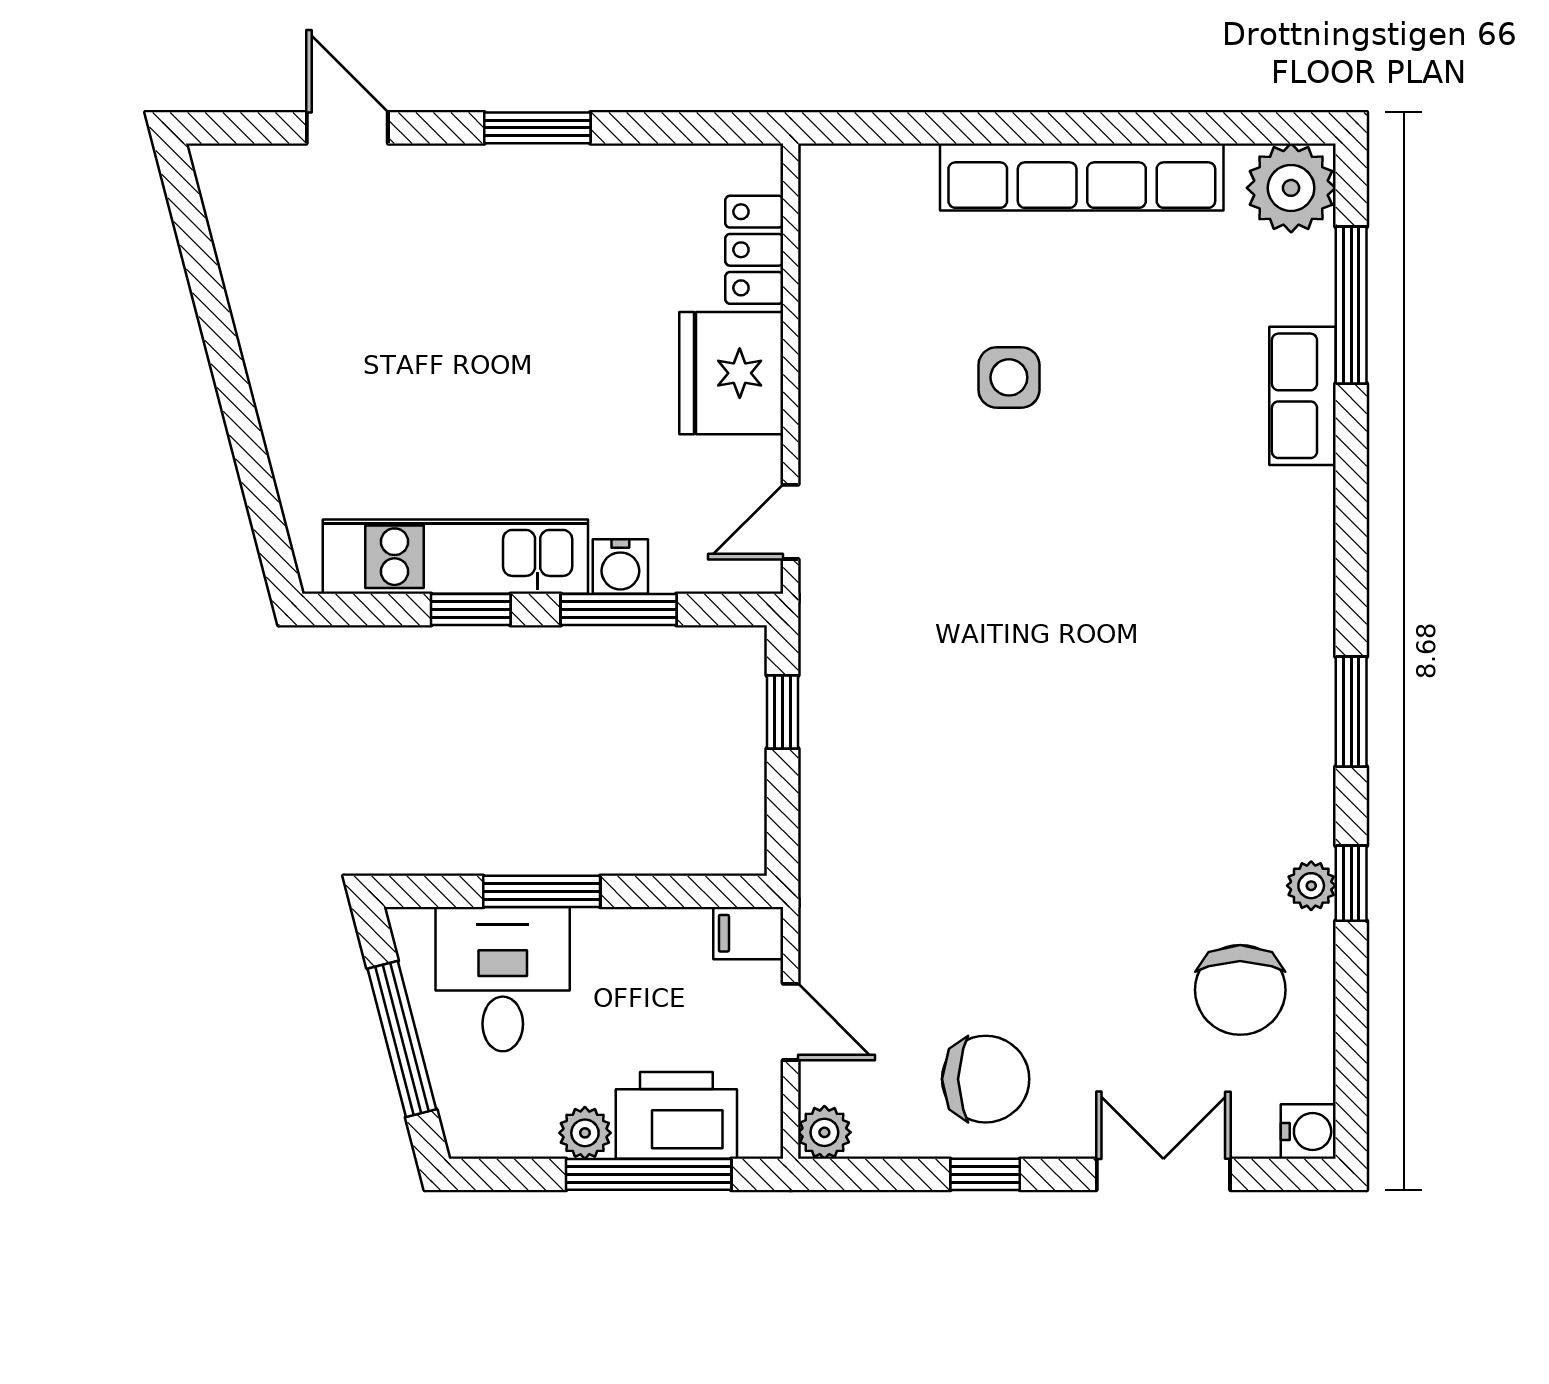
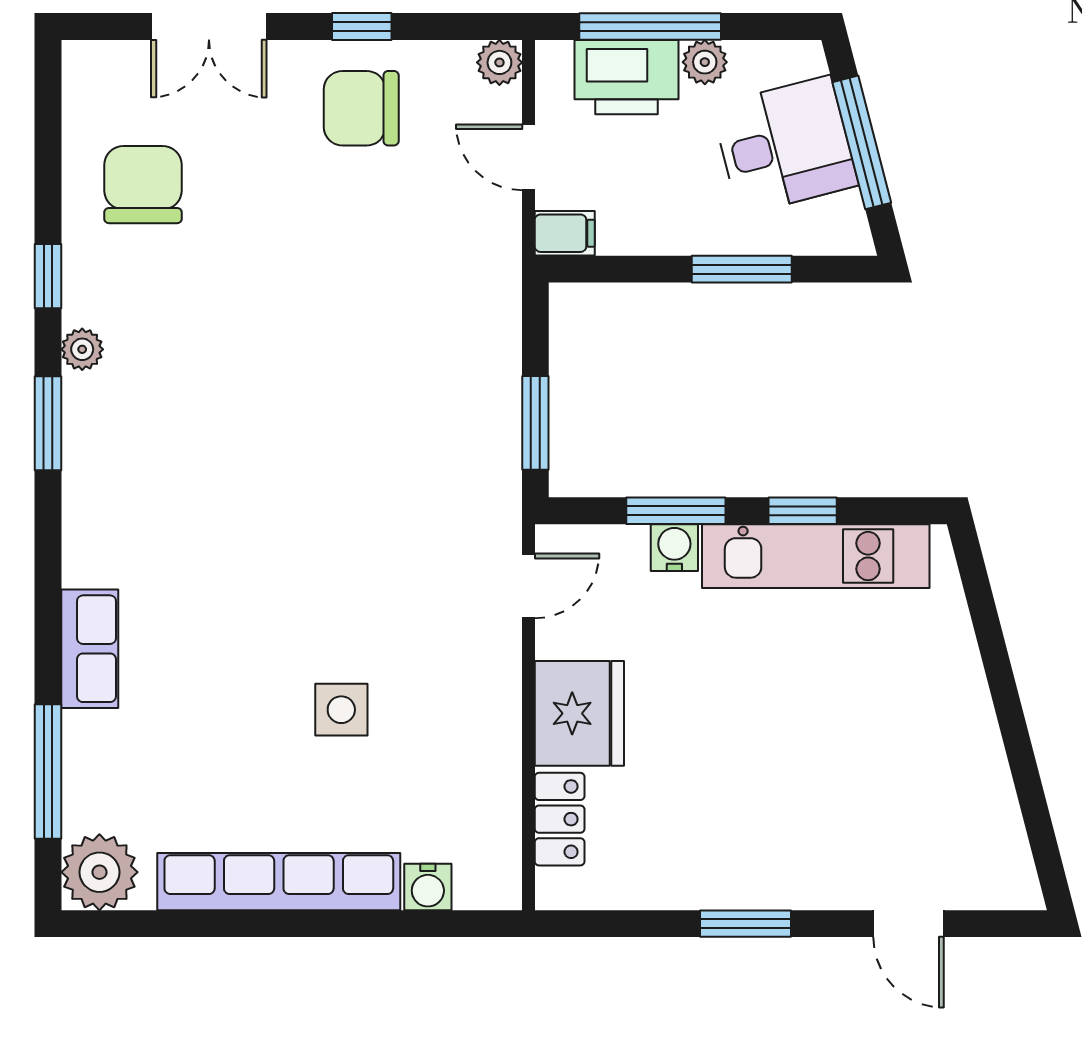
row of seats: (1302, 396) -> (90, 649), moved
window: (783, 712) -> (535, 423), width x1.50
plant: (1311, 886) -> (82, 349), moved
desk: (503, 979) -> (785, 145), moved, turned -105
water cooler: (1308, 1132) -> (428, 887), moved, turned -90

